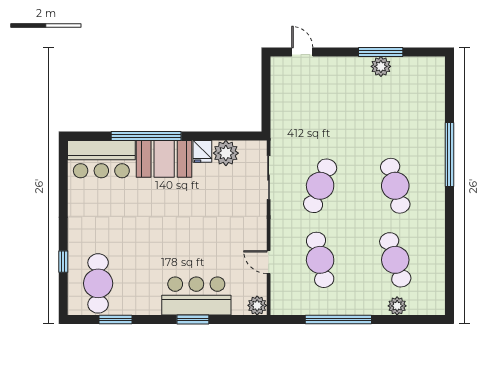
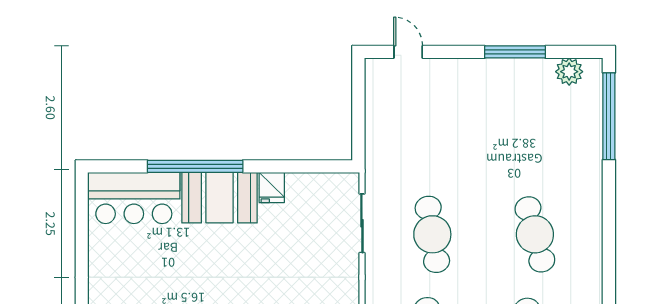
plant: (381, 66) -> (569, 72), moved
plant: (226, 153) -> (304, 190), removed
window: (449, 155) -> (609, 116), moved
cafe table: (320, 186) -> (432, 234), turned -30

